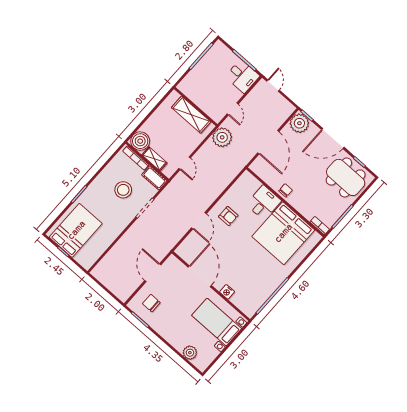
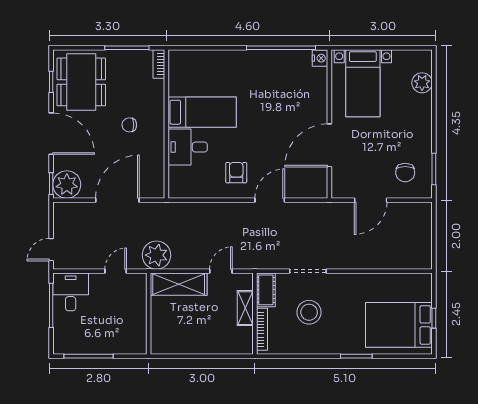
shelving: (191, 115) -> (179, 284), moved, turned 90
boiler: (140, 141) -> (240, 341), removed
chair: (286, 190) -> (129, 125), moved
bed: (283, 233) -> (202, 112), width x0.49
nightstand: (227, 292) -> (320, 58), moved

